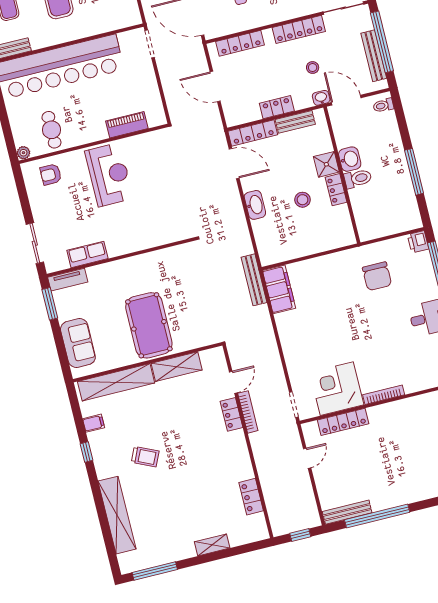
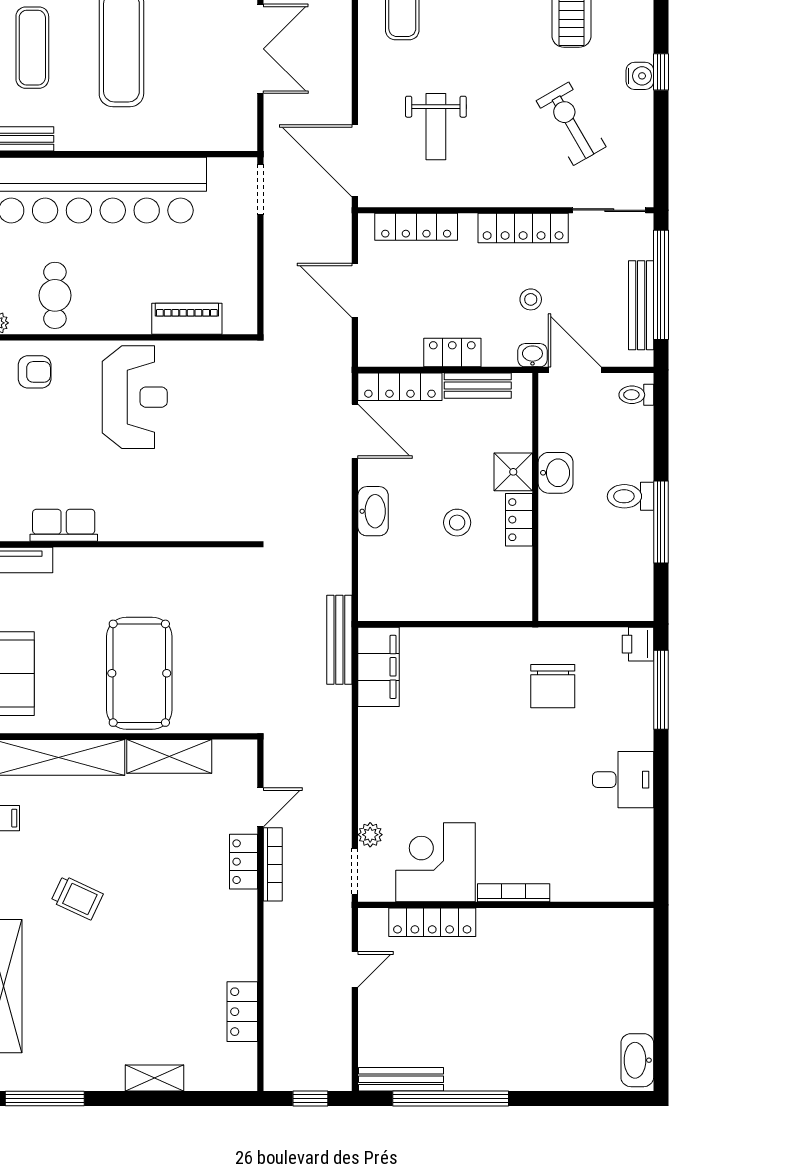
armchair: (51, 174) -> (35, 372), turned 180
toilet: (358, 179) -> (630, 496), moved, turned 180
plant: (297, 382) -> (370, 835), added

